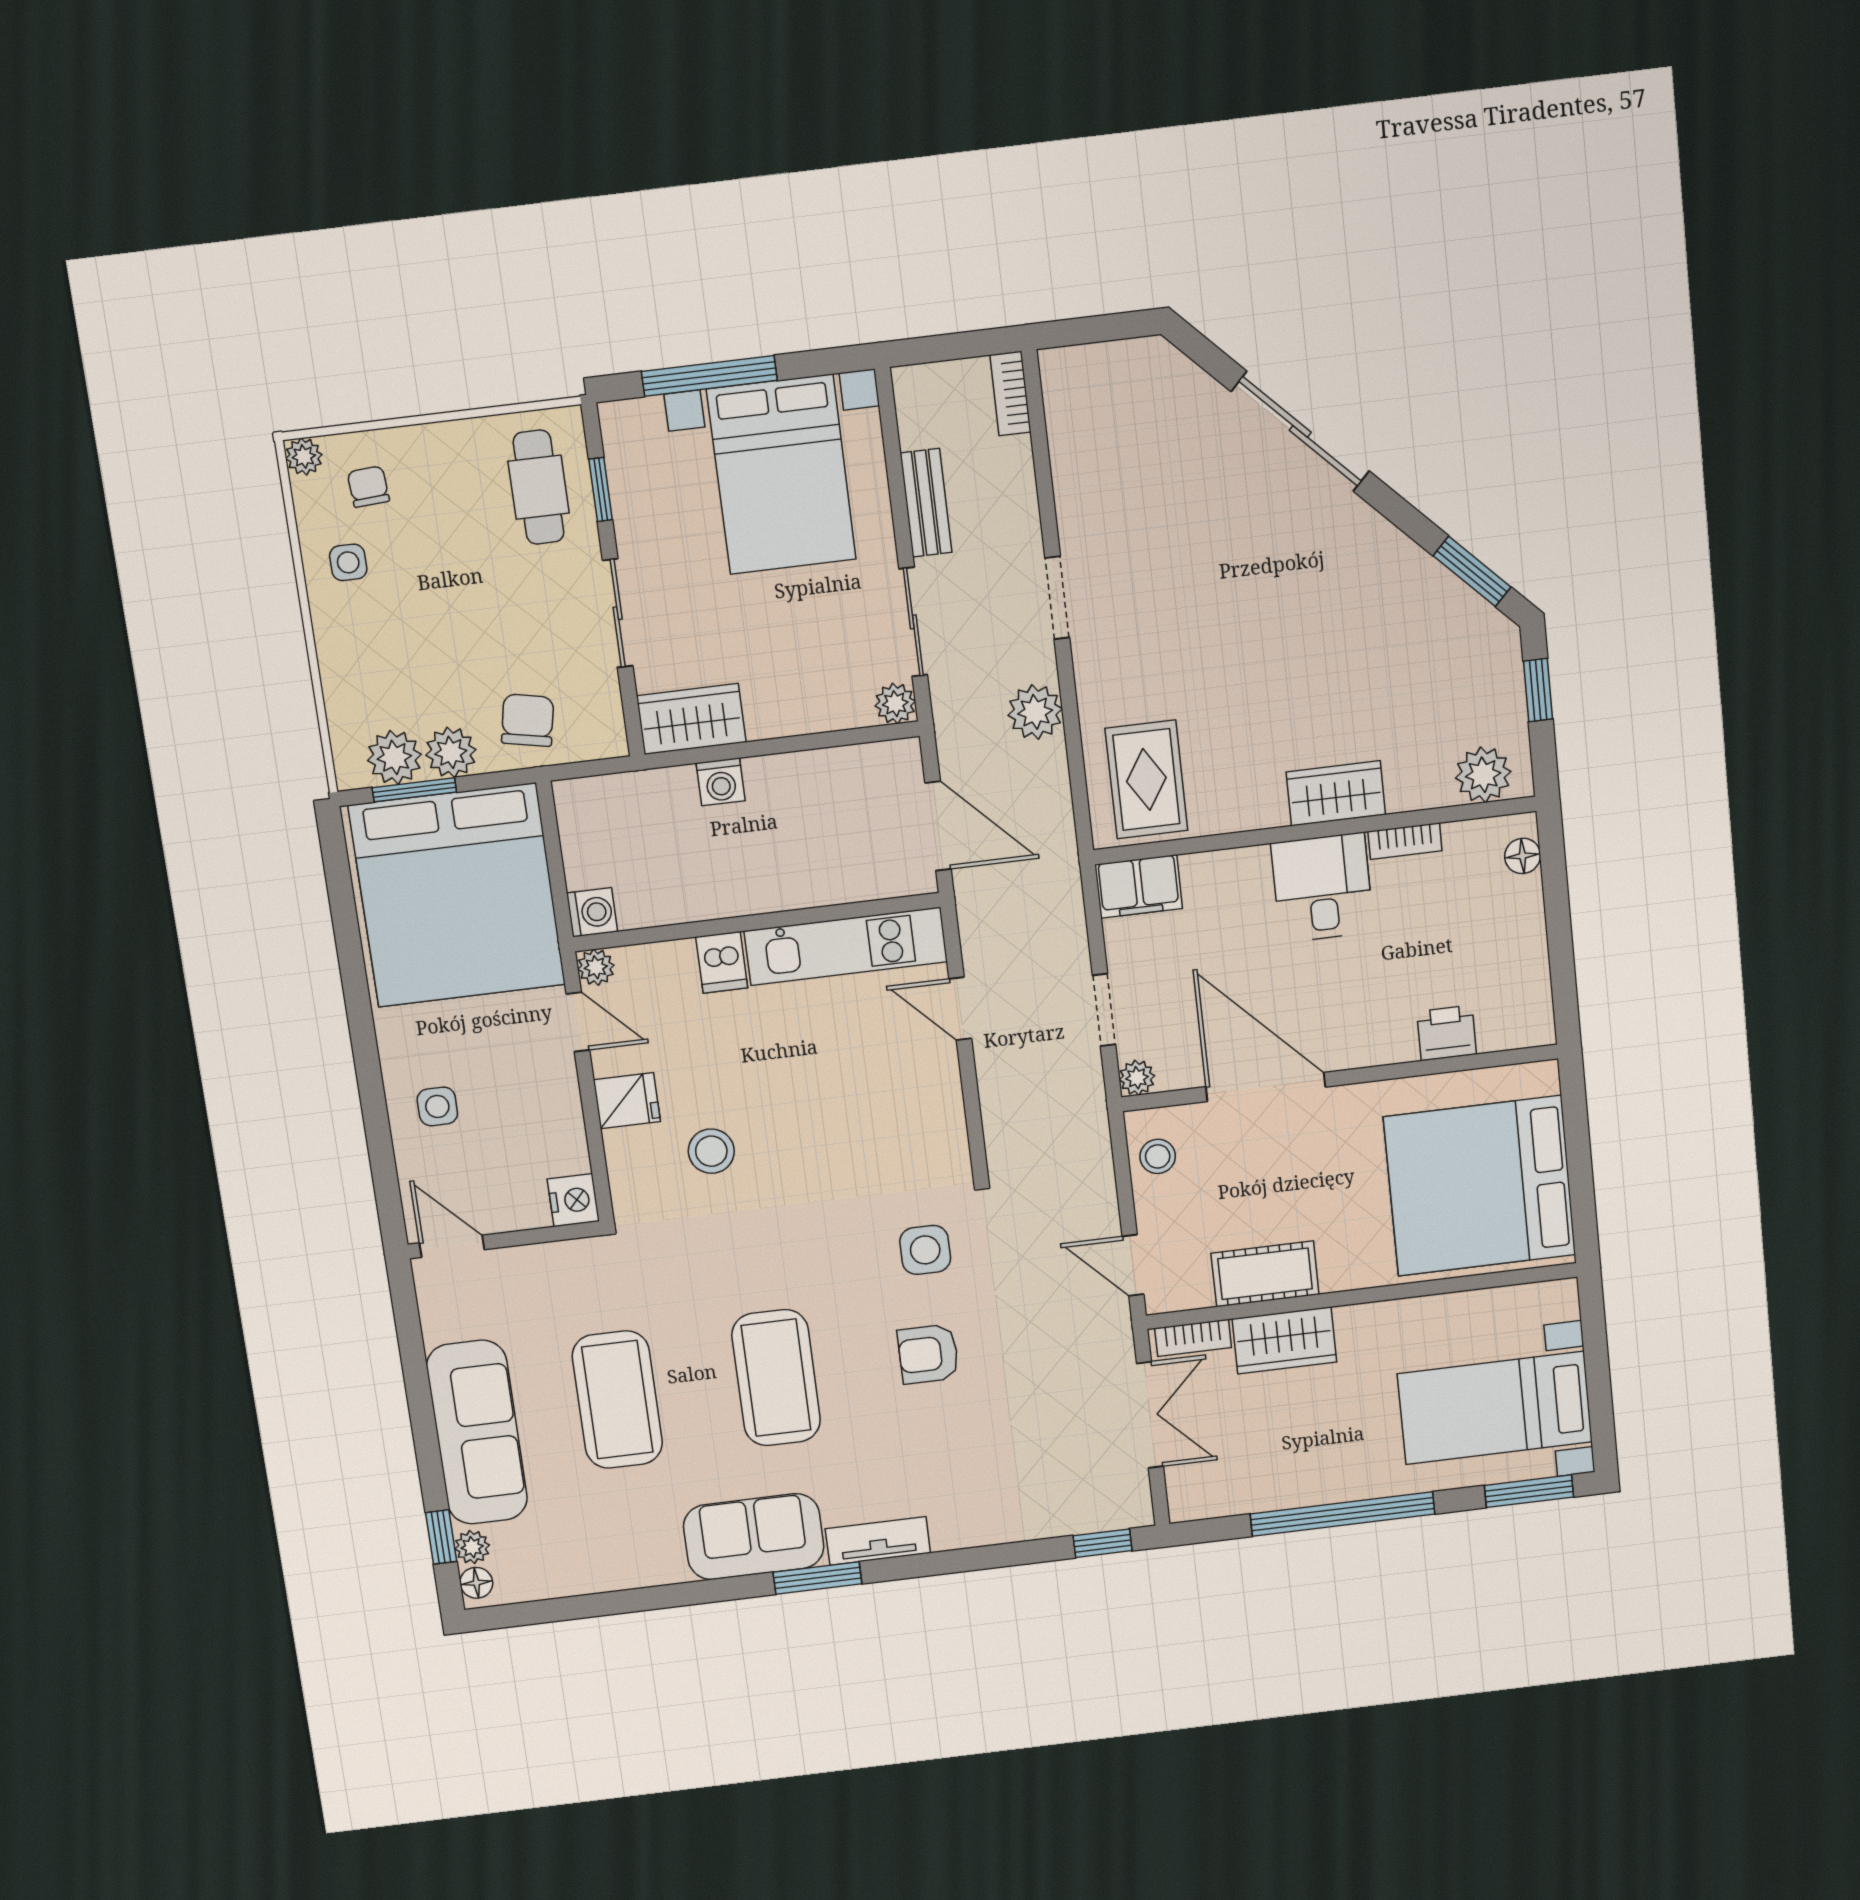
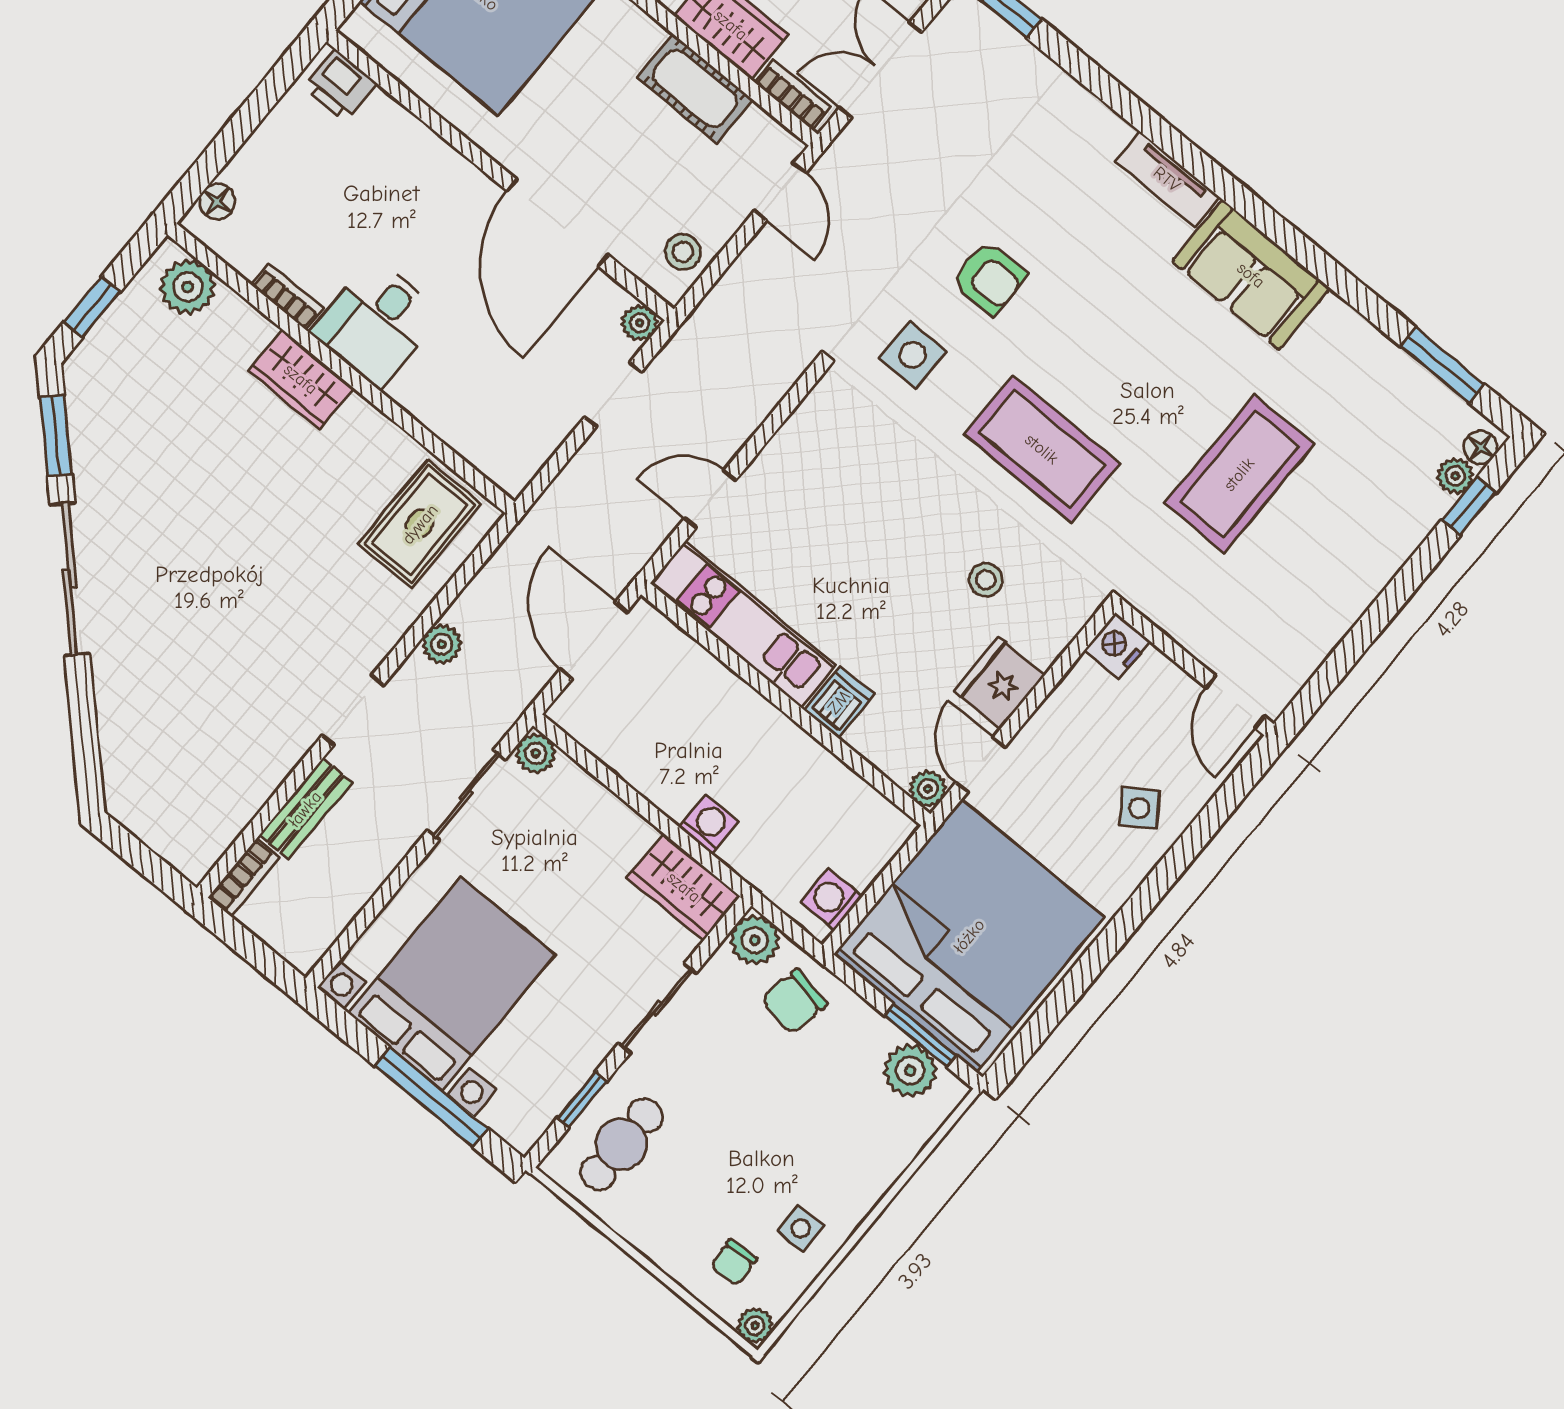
sliding door: (1300, 431) -> (70, 579), moved
bench: (926, 503) -> (305, 809), moved
plant: (1035, 712) -> (442, 644), width x0.73, depth x0.73
plant: (451, 752) -> (755, 940), moved
filing cabinet: (1139, 886) -> (501, 456), removed
washing machine: (592, 912) -> (832, 899), moved
door: (960, 1009) -> (710, 499), swing flipped
printer: (1447, 1033) -> (340, 86), moved
fridge: (627, 1101) -> (1000, 683), width x1.38
side table: (437, 1106) -> (1139, 808), turned -35
stool: (711, 1151) -> (986, 580), width x0.73, depth x0.73
coffee table: (776, 1378) -> (1042, 449), moved, turned 90
sofa: (477, 1432) -> (1362, 554), removed
window: (817, 1578) -> (1442, 365), moved

